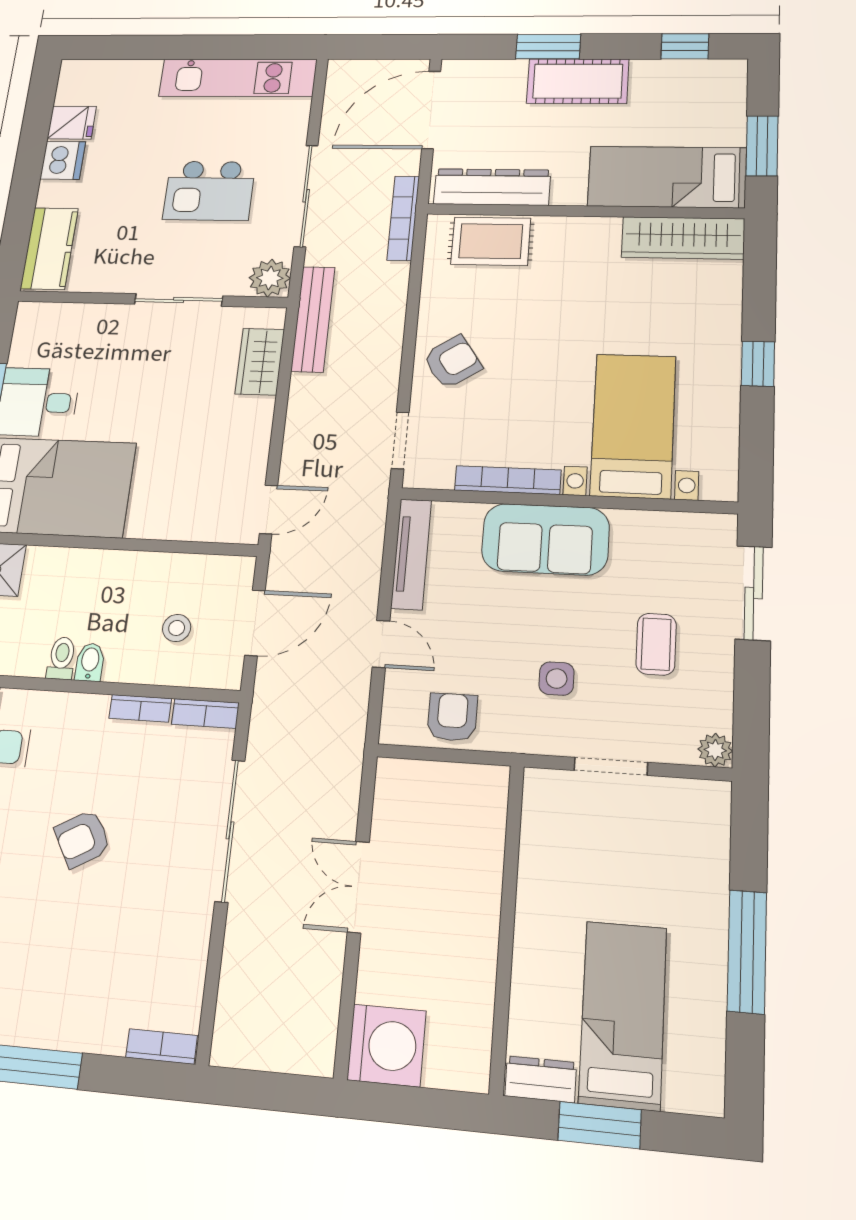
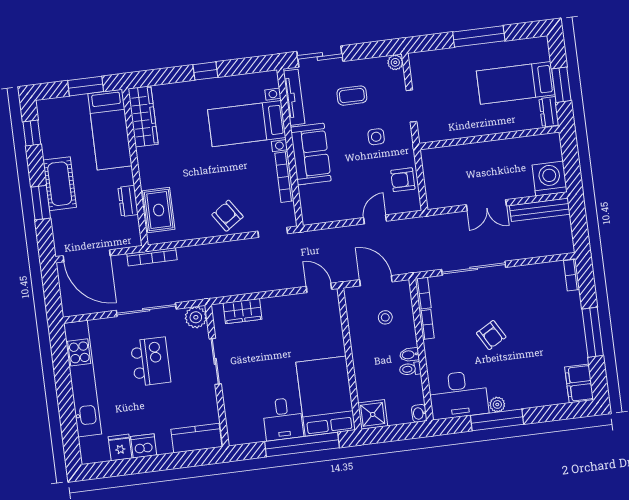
kitchen unit: (238, 78) -> (83, 379), width x1.36
dresser: (492, 187) -> (128, 201), width x0.51, depth x0.80
bench: (313, 319) -> (540, 210), moved
tv unit: (411, 554) -> (294, 97), moved, turned 90

